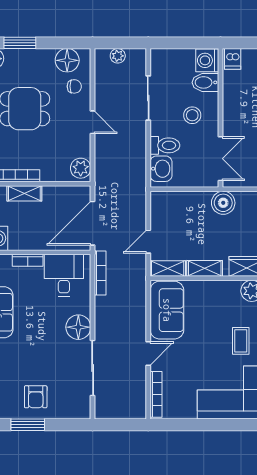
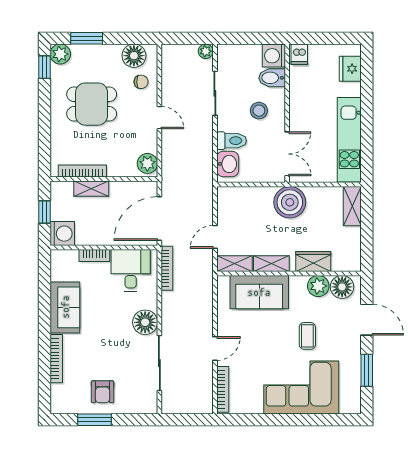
plant: (118, 56) -> (206, 51), moved
boiler: (223, 203) -> (290, 202), width x1.37, depth x1.37
sofa: (167, 310) -> (259, 292), moved, turned 90

